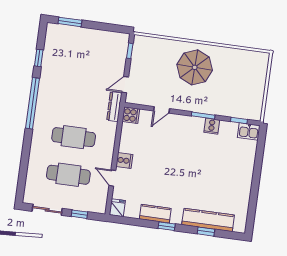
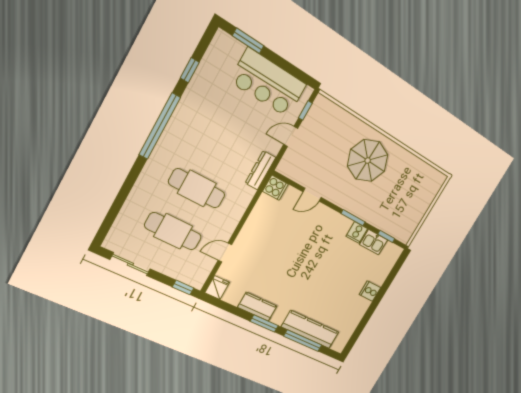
bar counter: (95, 43) -> (268, 83), added
door: (125, 85) -> (291, 136), moved
kitchen sink: (249, 131) -> (374, 242), moved
cooker: (124, 160) -> (370, 291), moved, turned 180
door: (112, 178) -> (225, 252), hinge flipped
window: (79, 214) -> (183, 288), moved
window: (167, 226) -> (264, 324), width x1.50
window: (206, 232) -> (303, 341), width x2.17

